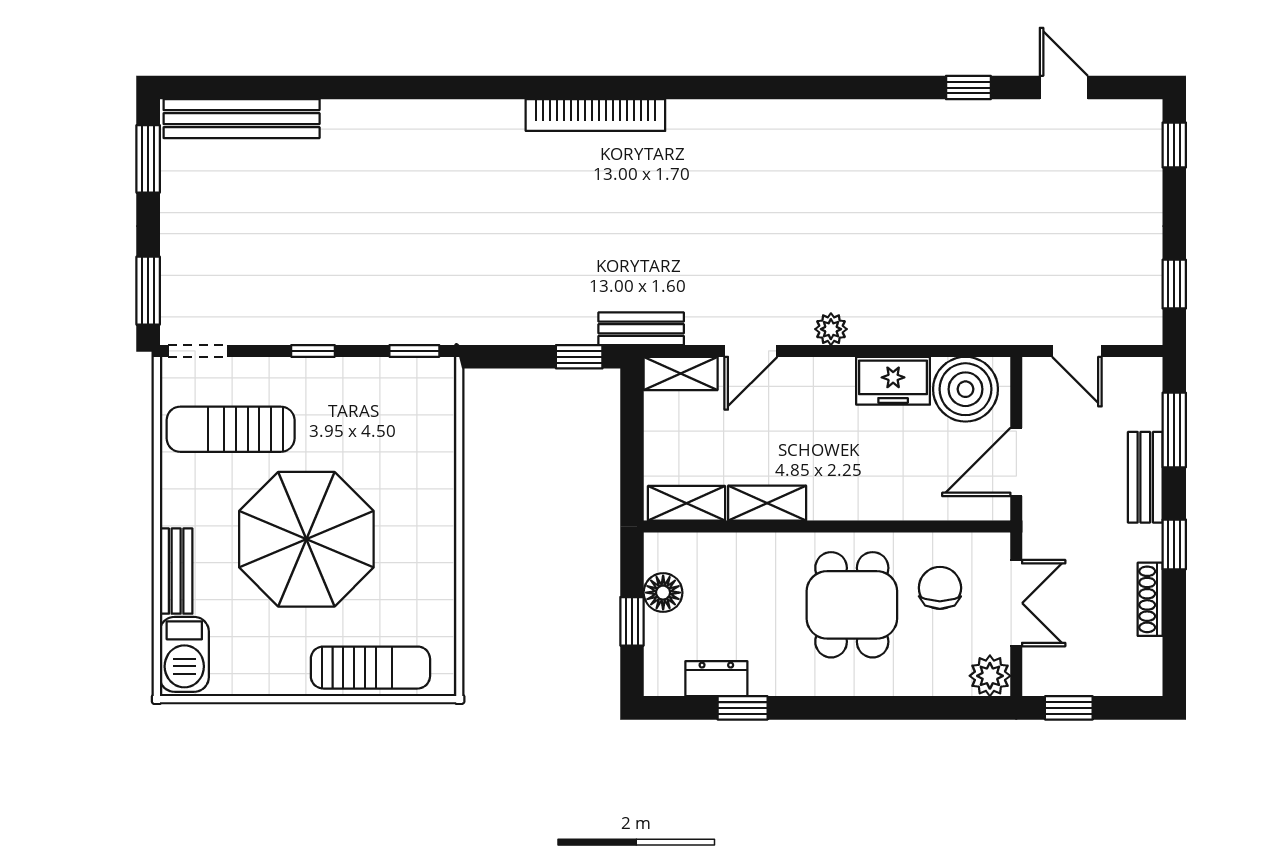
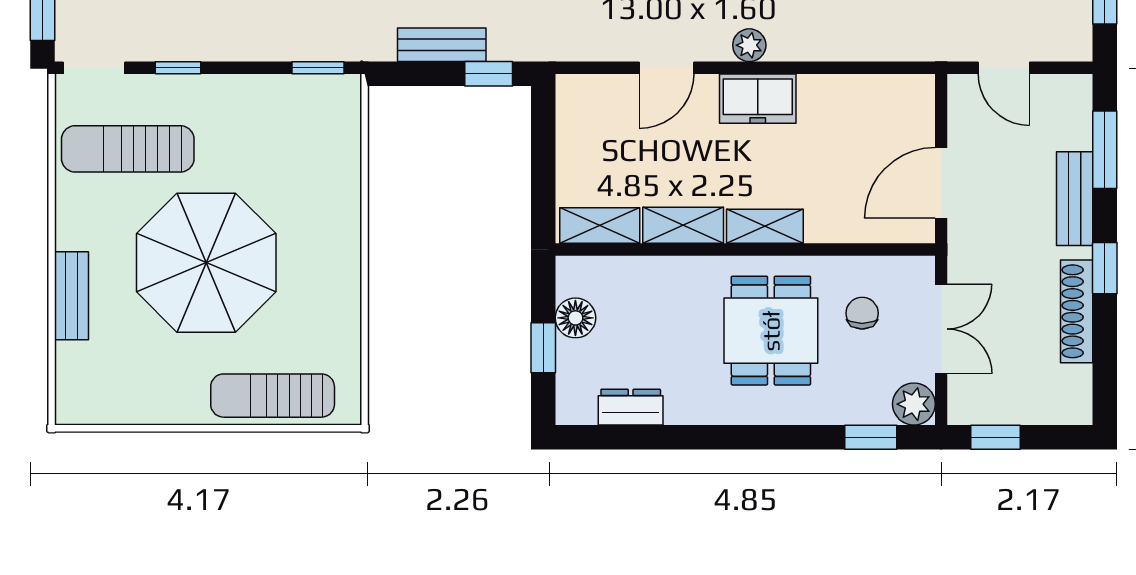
bench: (641, 329) -> (442, 45), moved
window: (313, 351) -> (178, 68), moved
shelving: (681, 373) -> (765, 226), moved
freezer: (893, 381) -> (758, 99), moved
boiler: (965, 389) -> (889, 107), removed
chair: (940, 588) -> (862, 313), width x0.73, depth x0.73
shoe rack: (1150, 599) -> (1077, 311), width x1.36, depth x1.24
barbecue: (184, 654) -> (80, 382), removed
sun lounger: (370, 668) -> (273, 396), turned 180
window: (743, 708) -> (871, 437), moved

